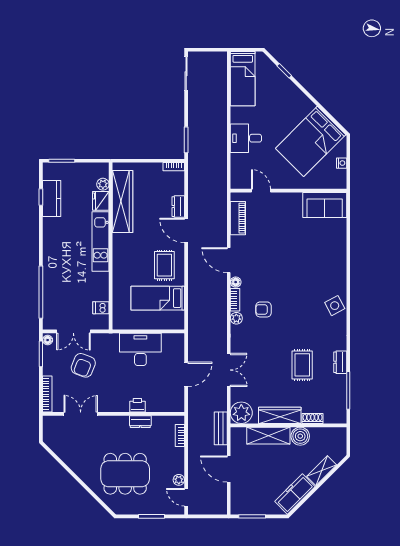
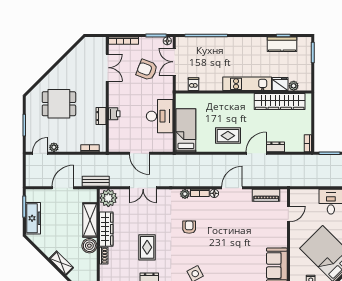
bed: (158, 298) -> (186, 130), moved
armchair: (264, 309) -> (189, 227), moved
rug: (302, 365) -> (147, 247), turned 90
dining table: (125, 474) -> (59, 104), width x0.73
freezer: (295, 494) -> (33, 218), moved, turned 45

